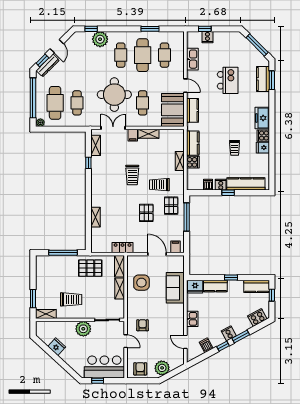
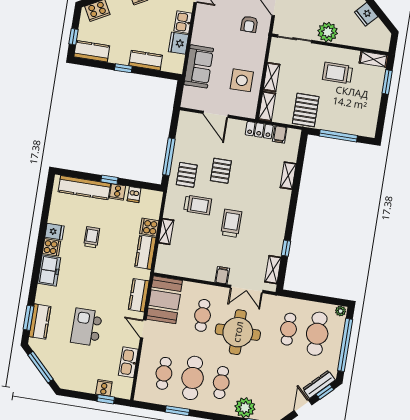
shelving: (149, 134) -> (201, 274), removed
filing cabinet: (175, 247) -> (280, 134), moved
pallet: (90, 268) -> (306, 110), turned 90
fridge: (195, 287) -> (178, 43), moved, turned -90

